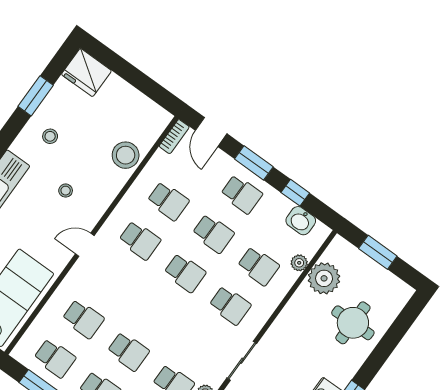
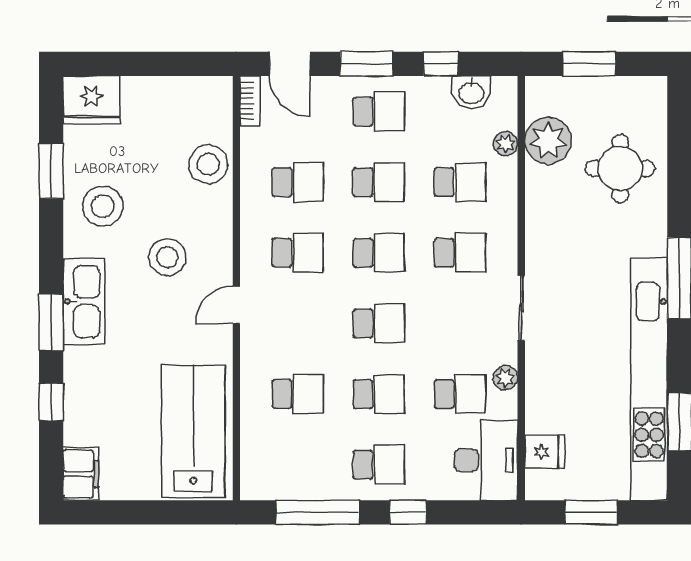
stool: (50, 136) -> (103, 206), width x1.89, depth x1.89
stool: (66, 191) -> (167, 257), width x1.89, depth x1.89
school desk: (55, 358) -> (379, 323), moved

